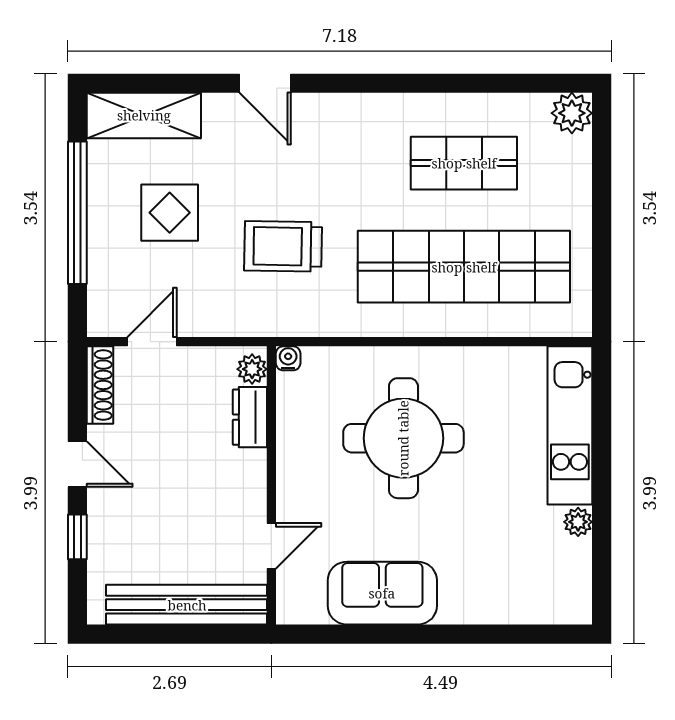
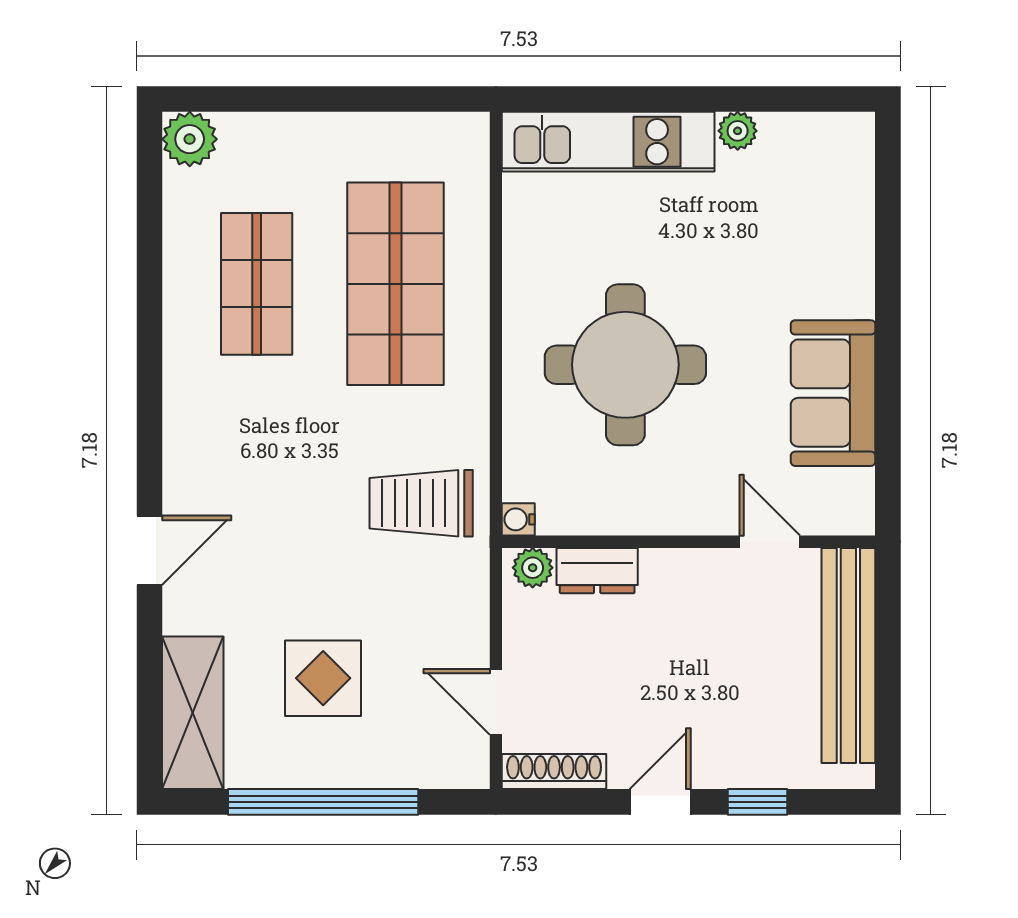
trolley: (283, 246) -> (421, 503), moved, turned 89
shop shelf: (464, 267) -> (395, 284), width x0.71

